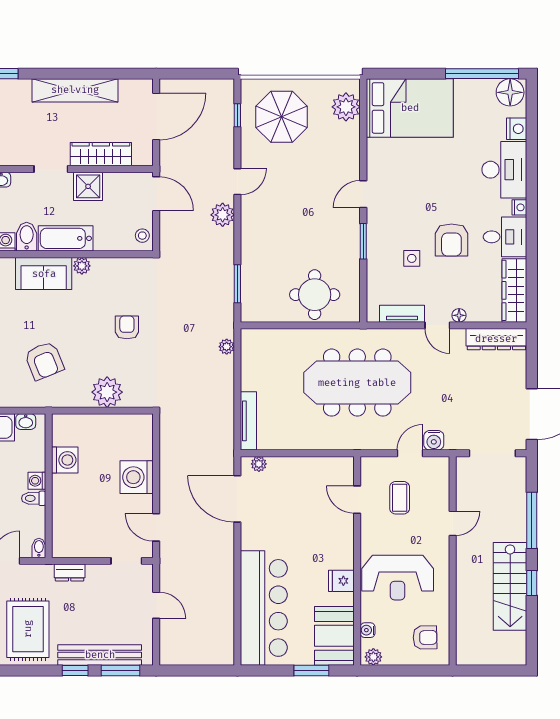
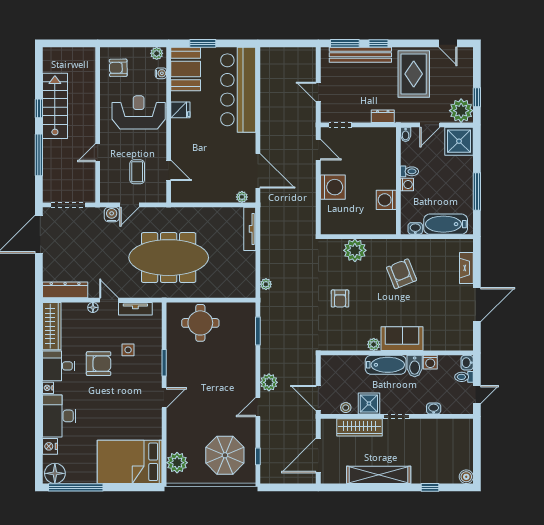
stool: (142, 236) -> (346, 408), moved
armchair: (451, 240) -> (99, 364), turned 90

